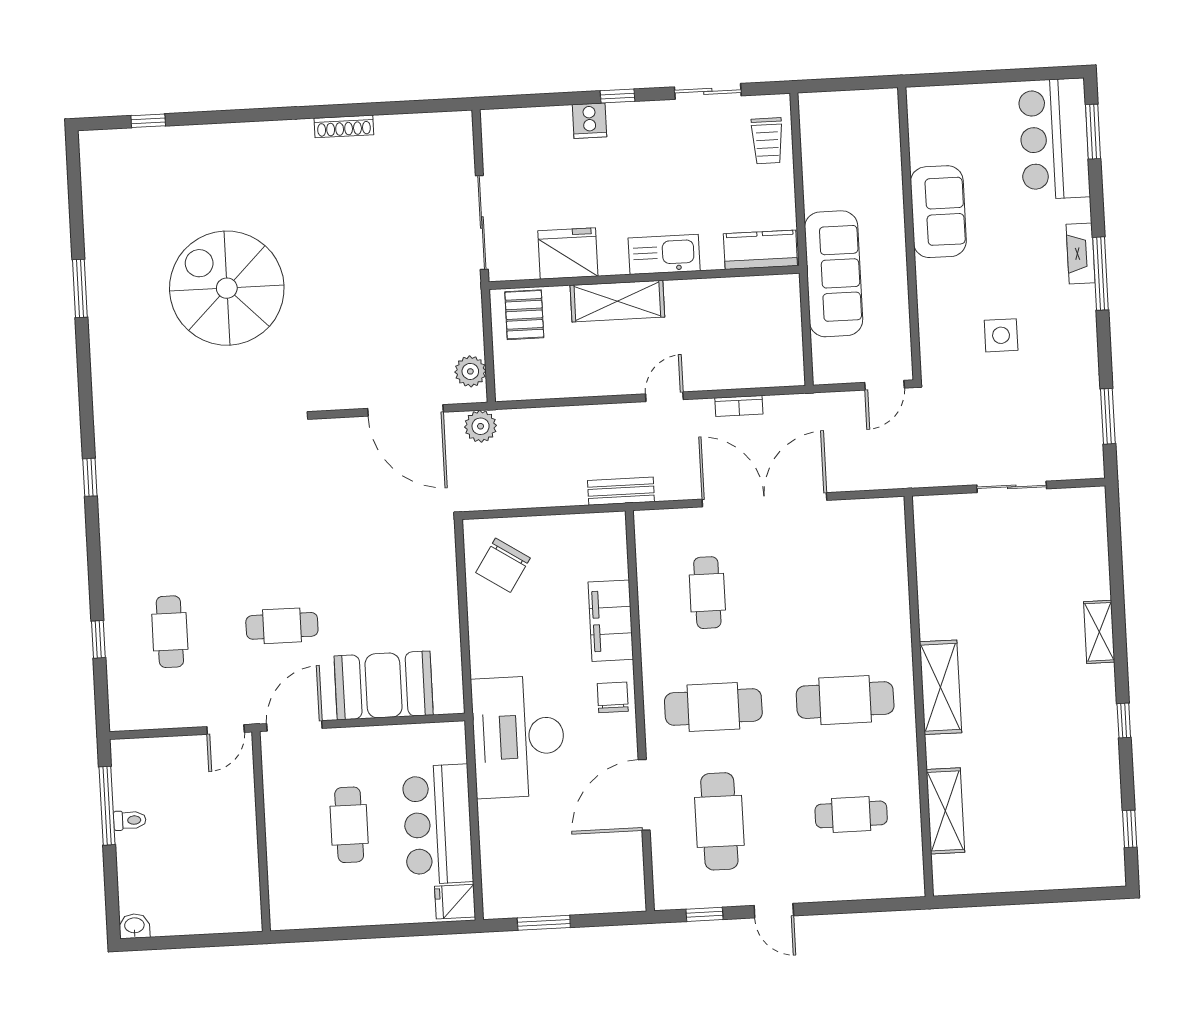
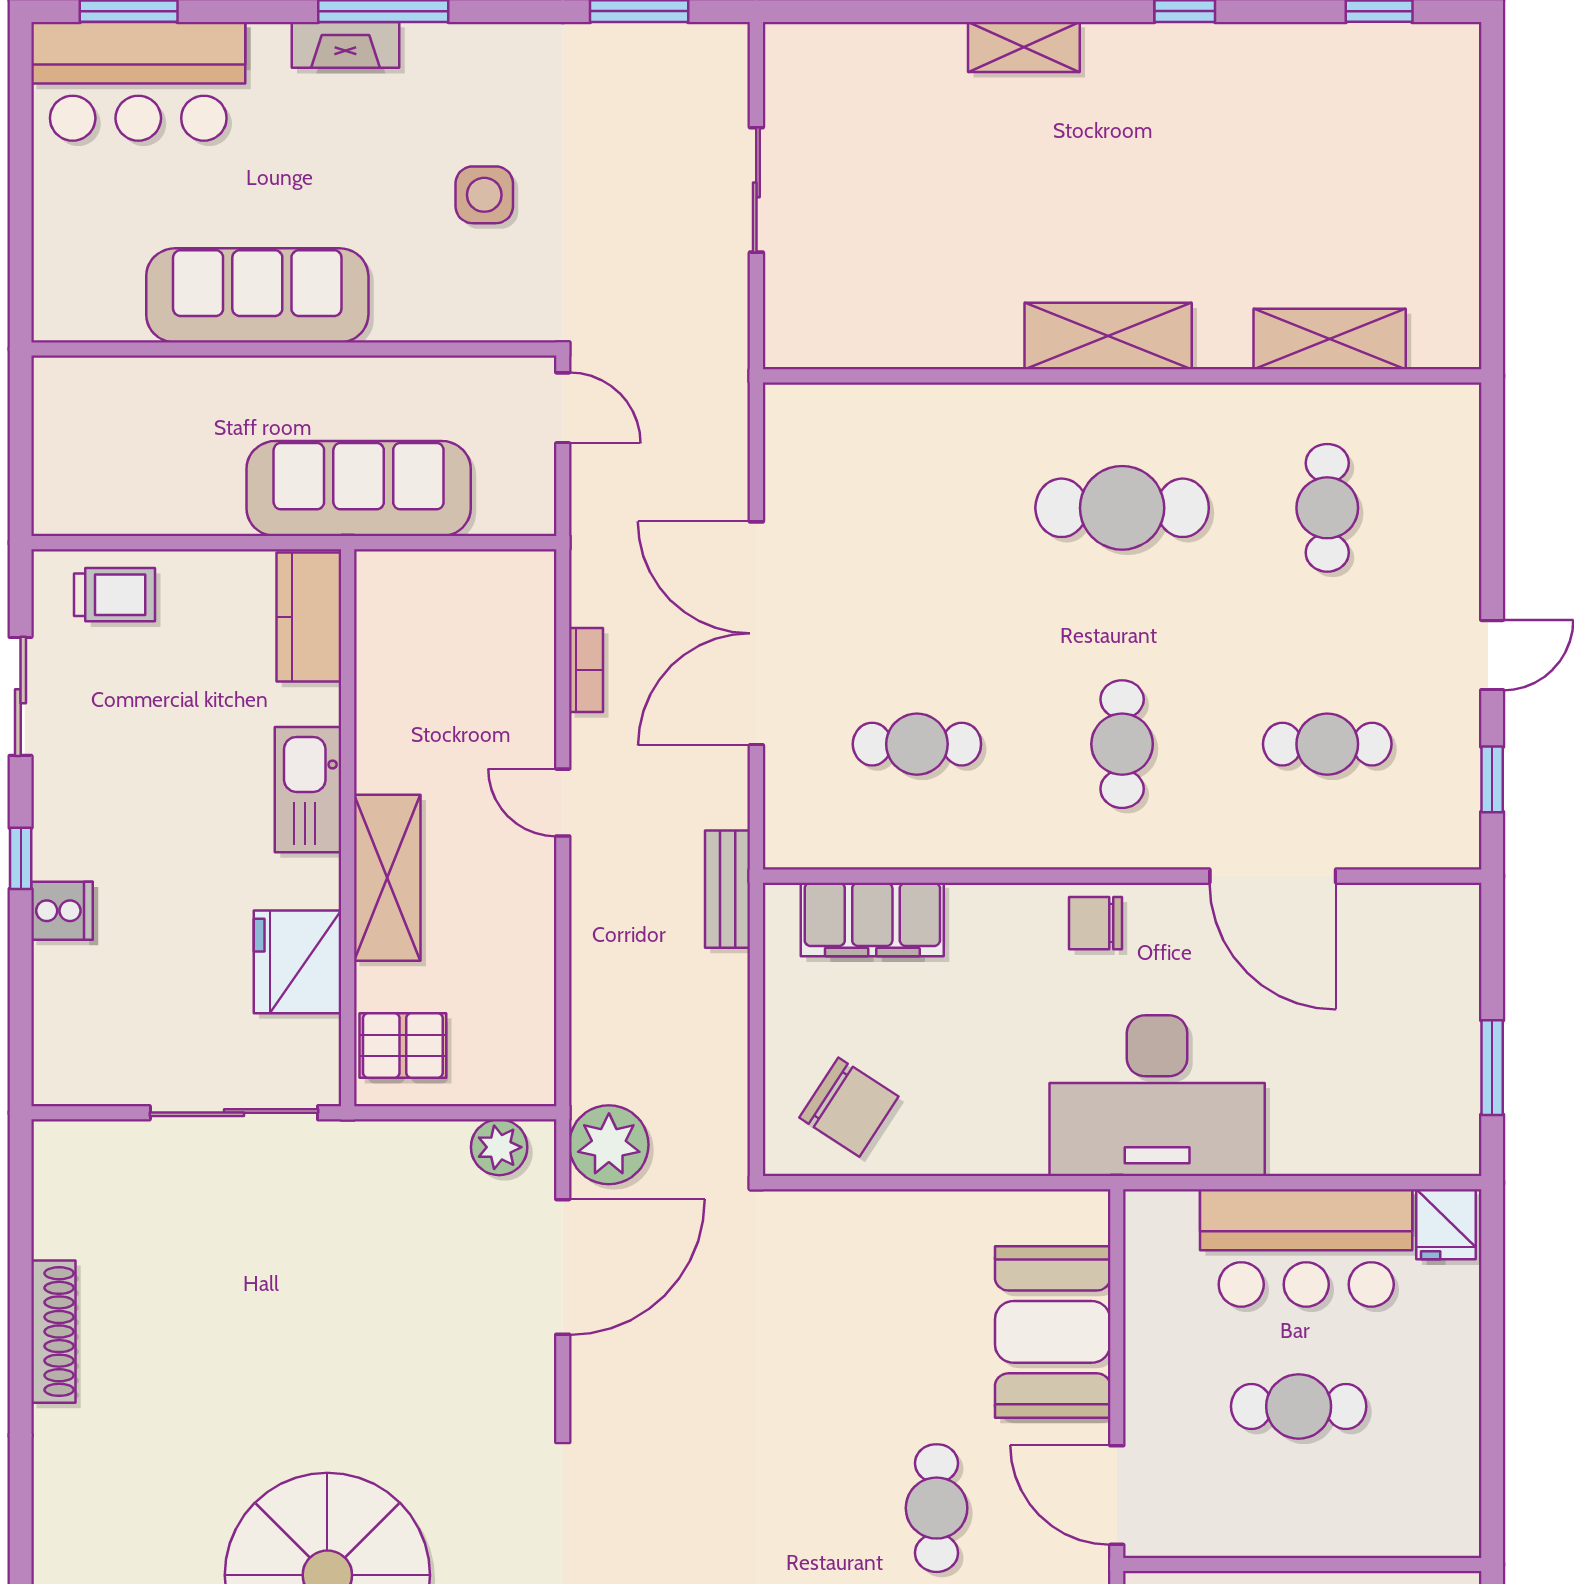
shoe rack: (344, 126) -> (53, 1332), width x1.36, depth x1.24
sofa: (938, 212) -> (257, 295), width x1.36
plant: (481, 426) -> (609, 1145), width x1.36, depth x1.36
filing cabinet: (611, 621) -> (872, 920), moved
cafe table: (845, 700) -> (1122, 508), turned 90
cafe table: (713, 707) -> (1122, 744), width x0.73, depth x0.74
cafe table: (719, 821) -> (1327, 744), width x0.73, depth x0.74

